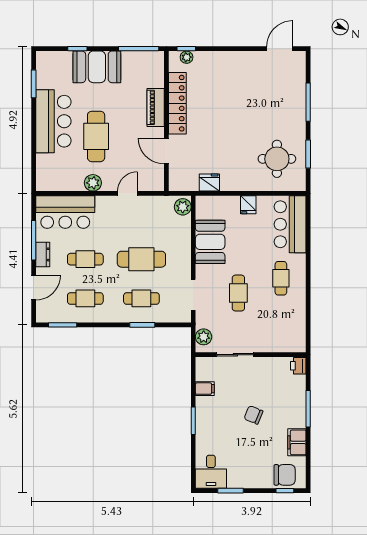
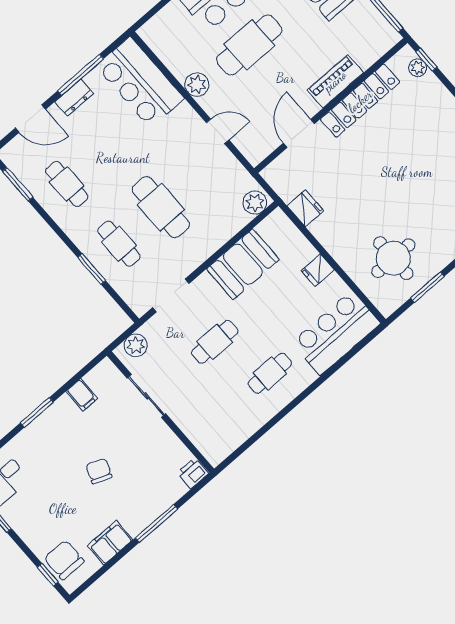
cafe table: (85, 259) -> (109, 147), removed
chair: (285, 475) -> (64, 560), turned 180

